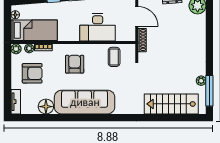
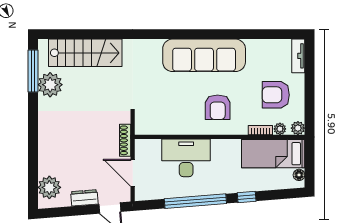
coffee table: (114, 57) -> (164, 117), removed
plant: (201, 81) -> (50, 85), width x1.88, depth x1.88
floor lamp: (46, 107) -> (257, 49), removed

